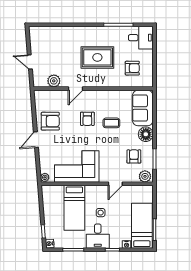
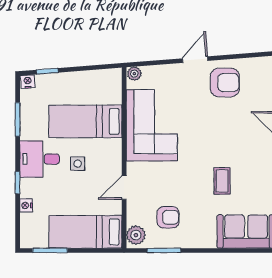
armchair: (87, 119) -> (229, 142), removed
armchair: (50, 121) -> (225, 83), turned -90
floor lamp: (146, 134) -> (204, 236), removed
door: (36, 140) -> (195, 60), hinge flipped
door: (115, 184) -> (124, 188), hinge flipped
bed: (142, 226) -> (85, 232), moved, turned 180

